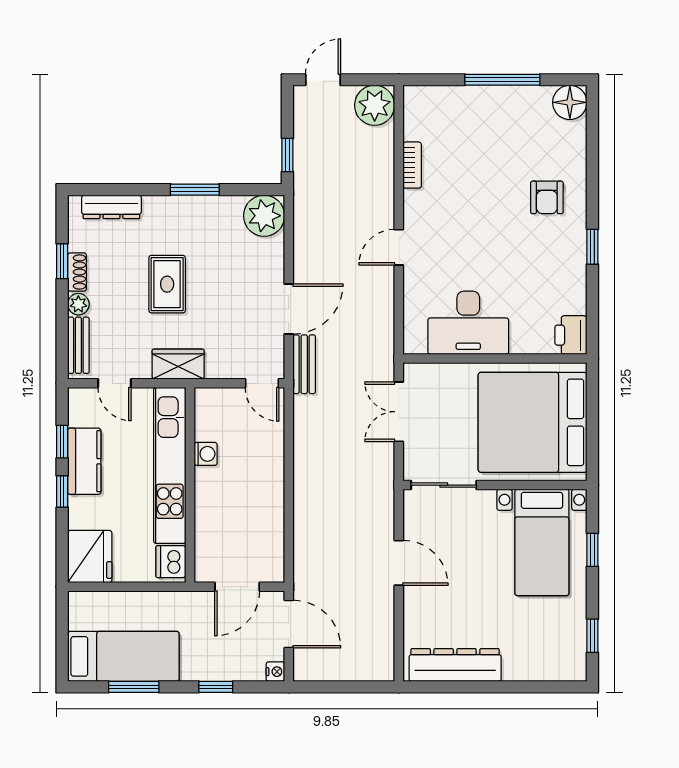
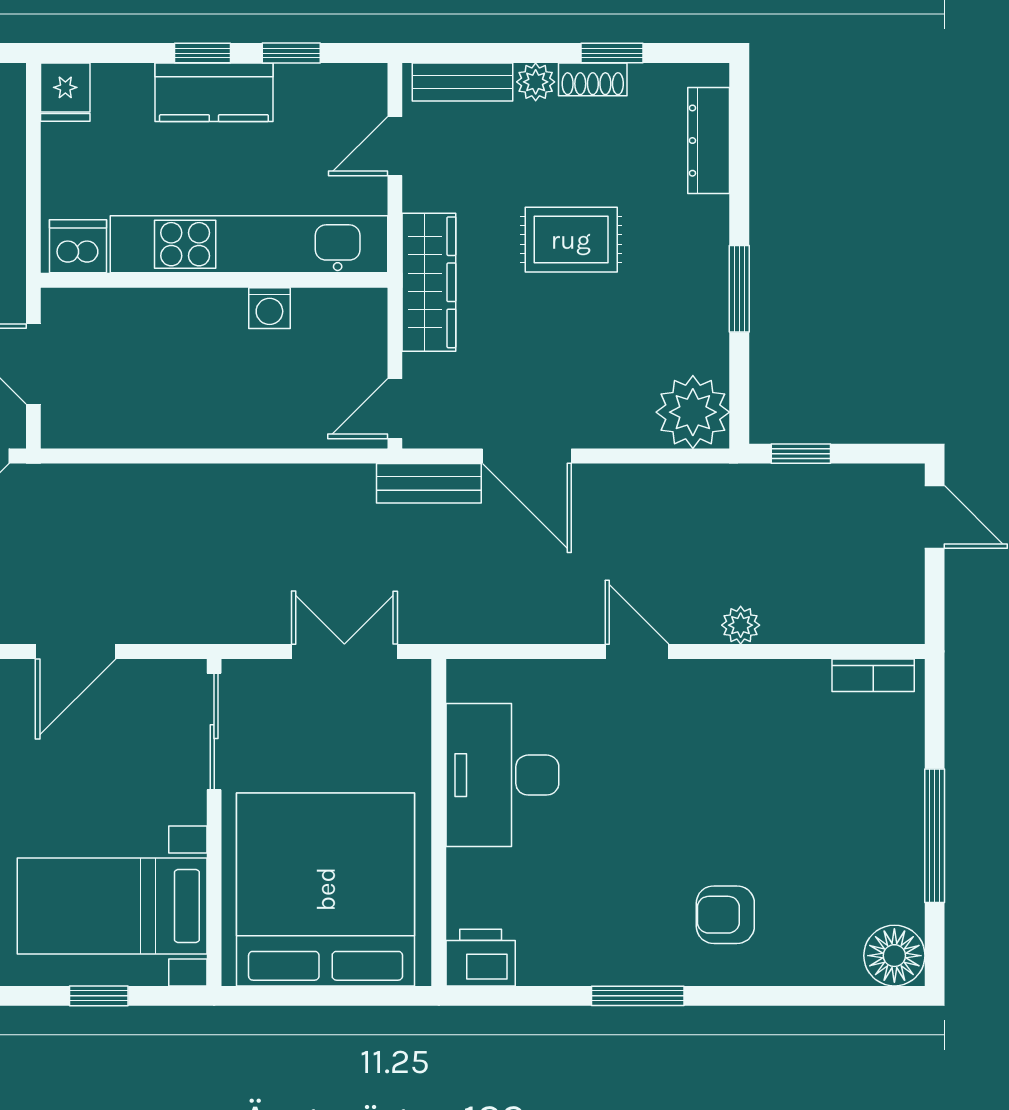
plant: (375, 105) -> (741, 625), moved, width x0.53, depth x0.53
bookcase: (412, 165) -> (873, 675), moved
window: (592, 247) -> (638, 996), width x1.50
wardrobe: (178, 364) -> (429, 282), width x1.50
kitchen counter: (84, 461) -> (214, 92), moved
fridge: (90, 556) -> (65, 92), width x0.53, depth x0.75

